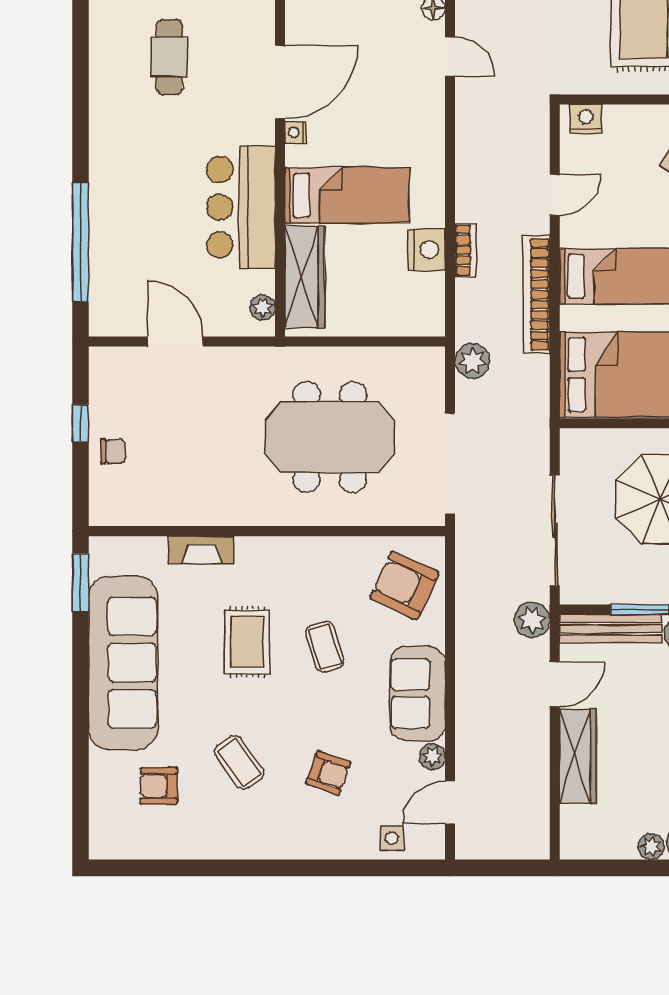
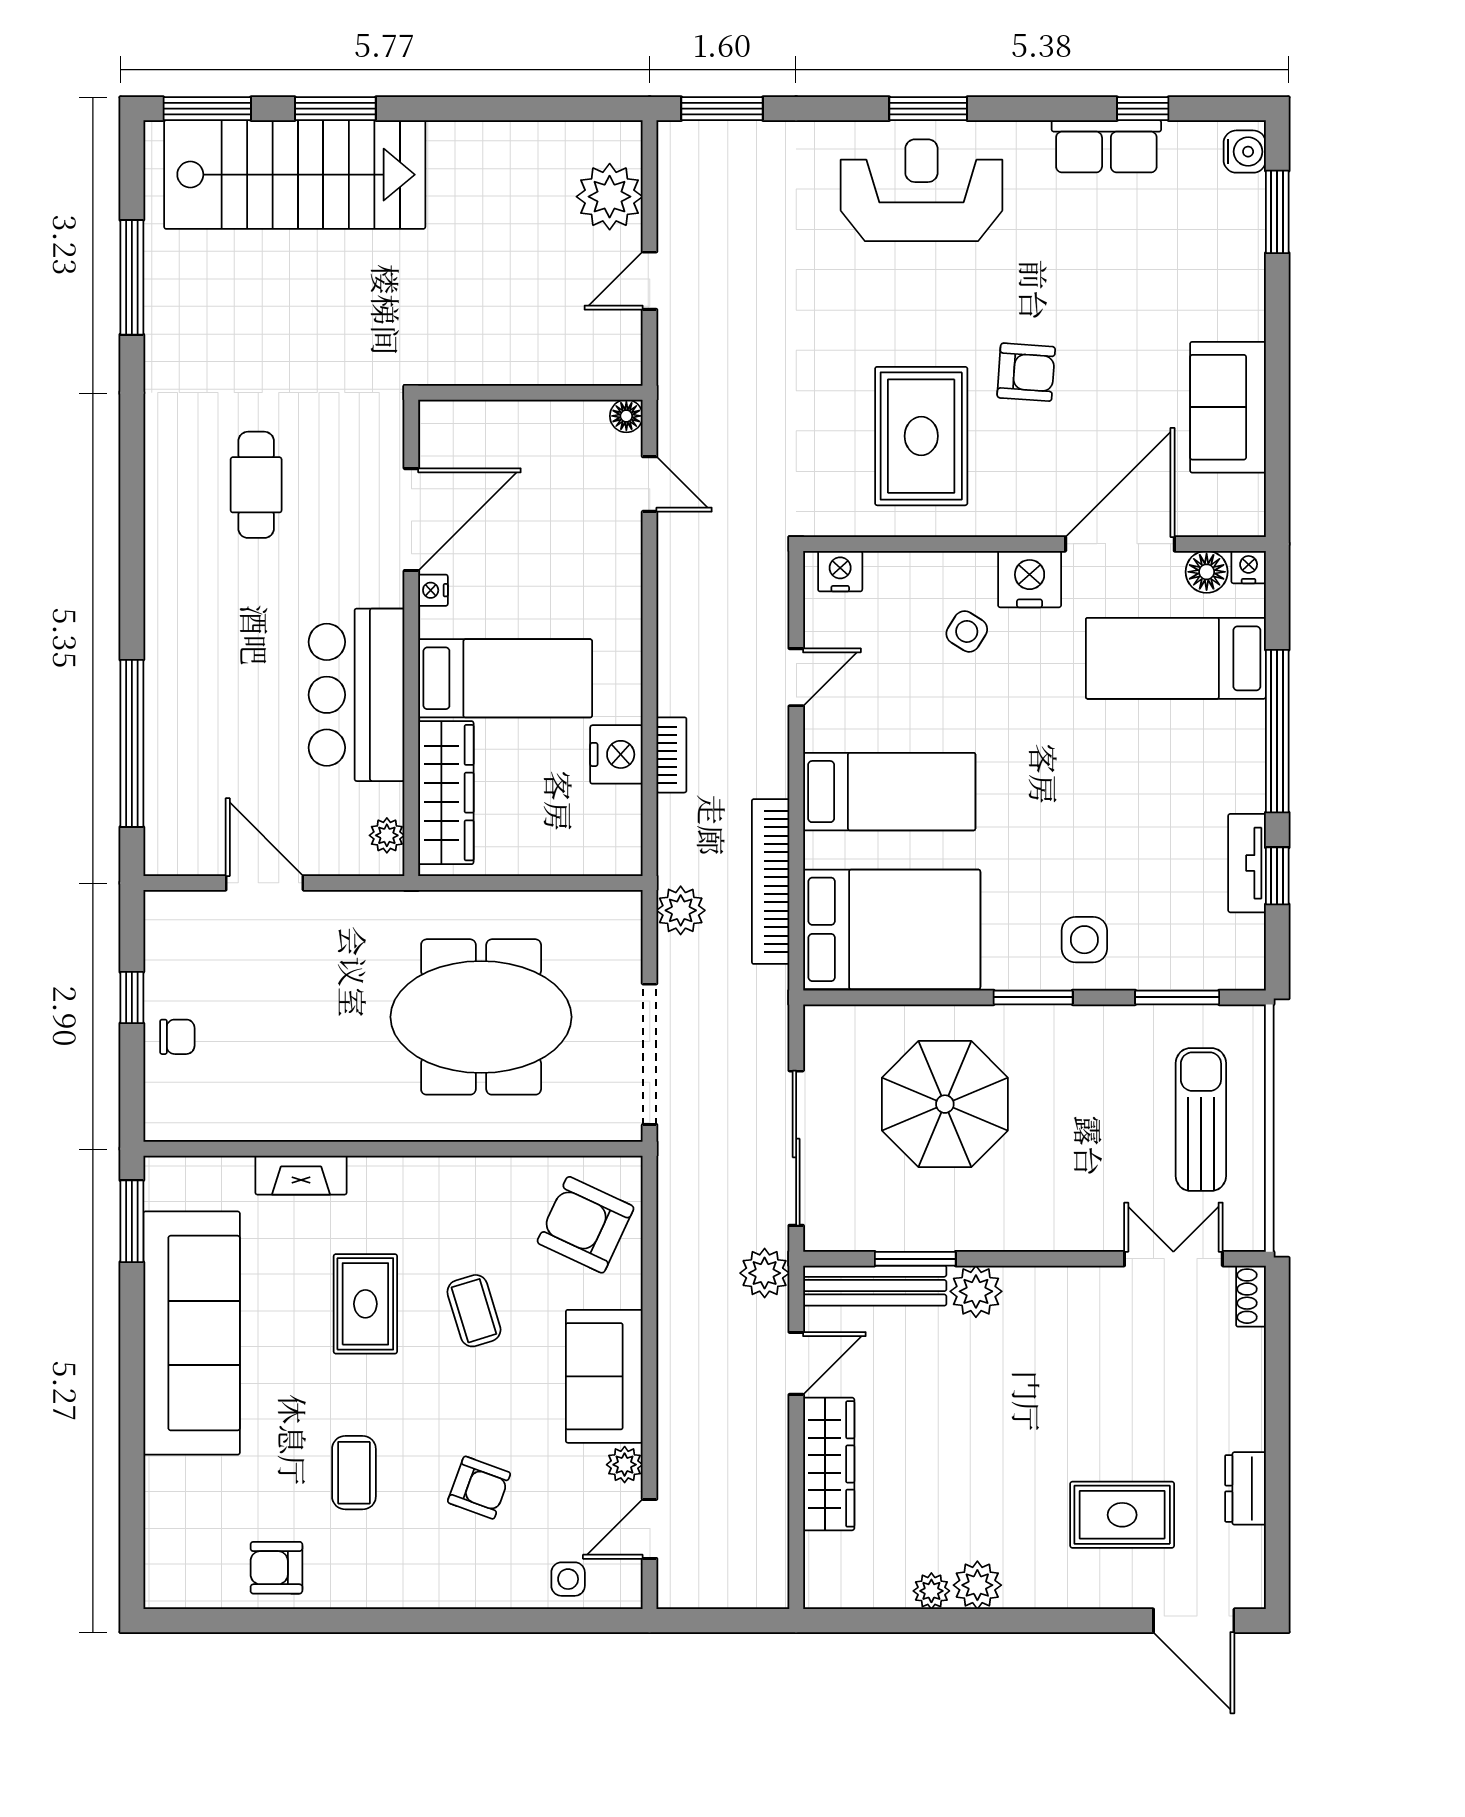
bookcase: (536, 294) -> (771, 882), moved
coffee table: (239, 762) -> (354, 1473), turned 36
armchair: (159, 786) -> (276, 1568), moved

